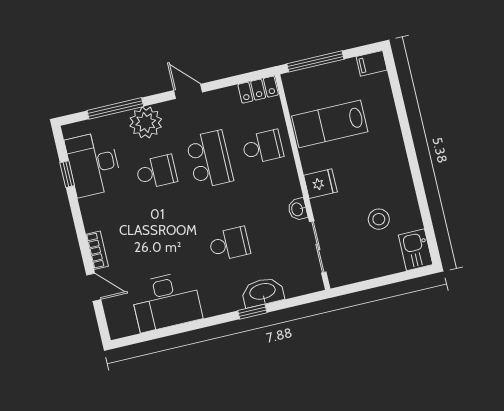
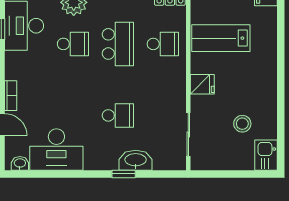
washbasin: (298, 209) -> (20, 163), moved, turned 90

